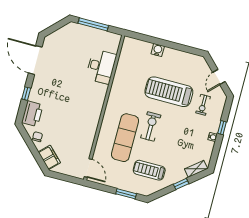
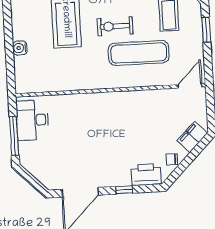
desk: (101, 67) -> (32, 120), moved, turned -90

